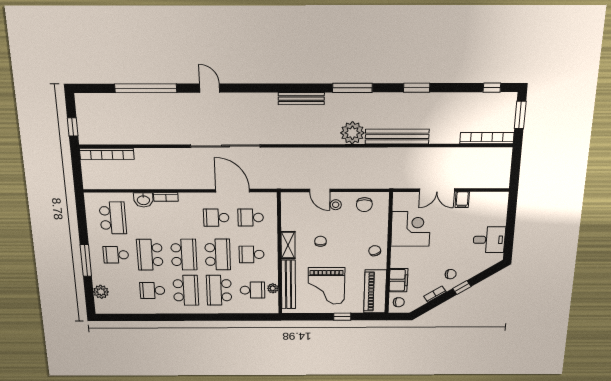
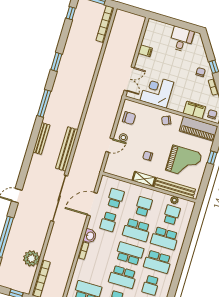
plant: (352, 133) -> (31, 258), moved
bench: (397, 137) -> (67, 149), moved
double door: (437, 190) -> (129, 79), moved
washbasin: (143, 200) -> (90, 236), moved
school desk: (251, 218) -> (115, 198), turned 180
school desk: (252, 254) -> (144, 207), turned 180
school desk: (218, 255) -> (137, 230), turned 180
school desk: (186, 290) -> (158, 262), turned 180

